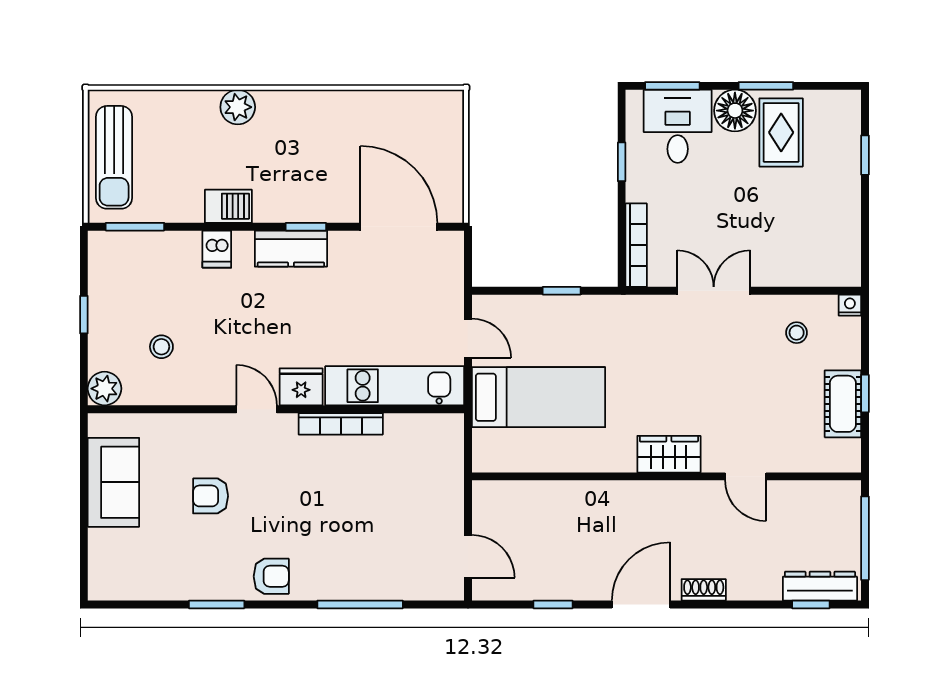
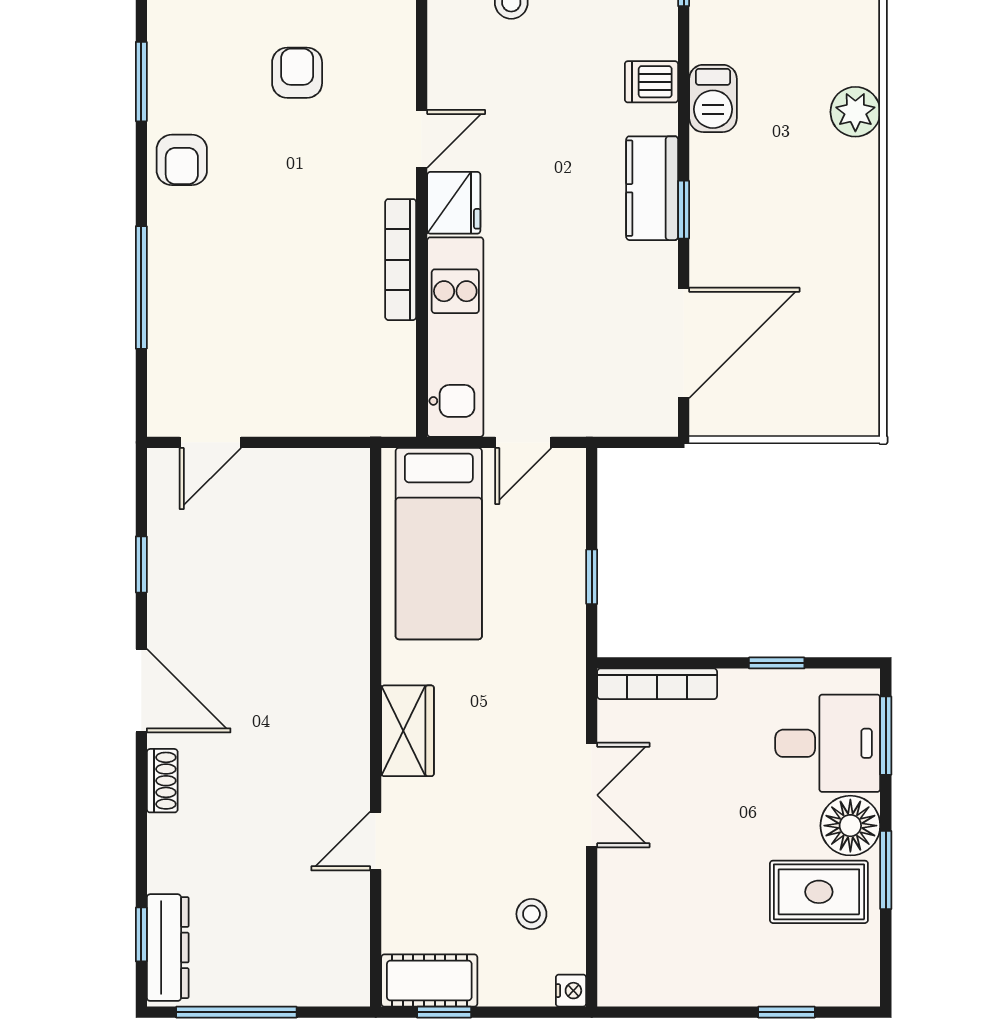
wardrobe: (669, 454) -> (408, 731), moved
wall: (666, 476) -> (376, 727), moved
door: (746, 476) -> (376, 841), moved

